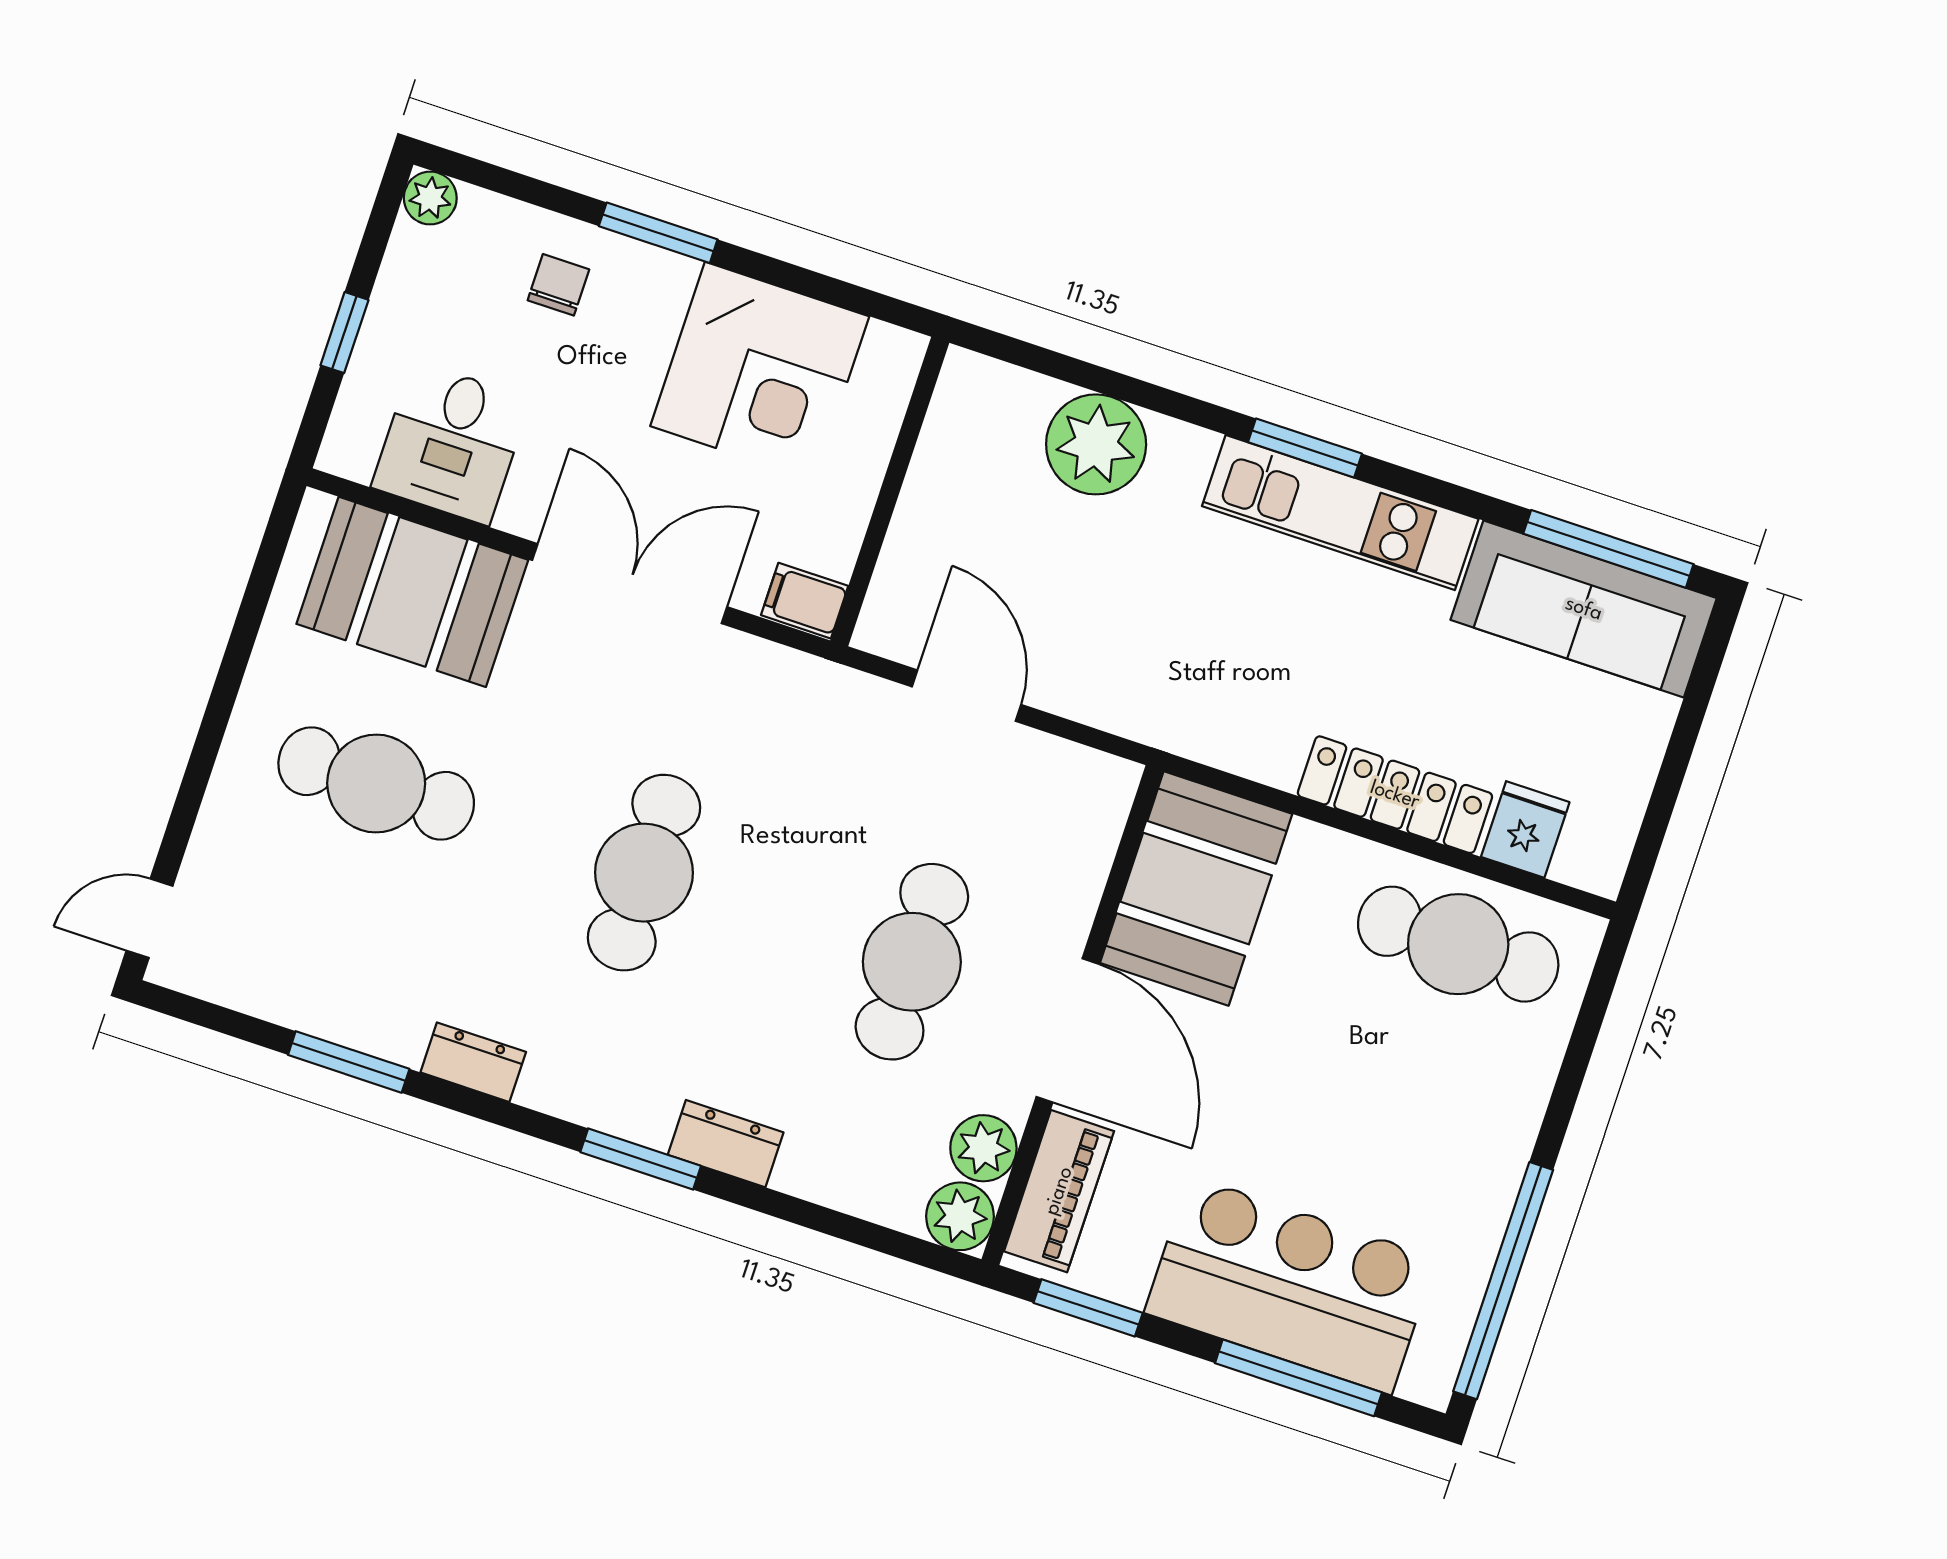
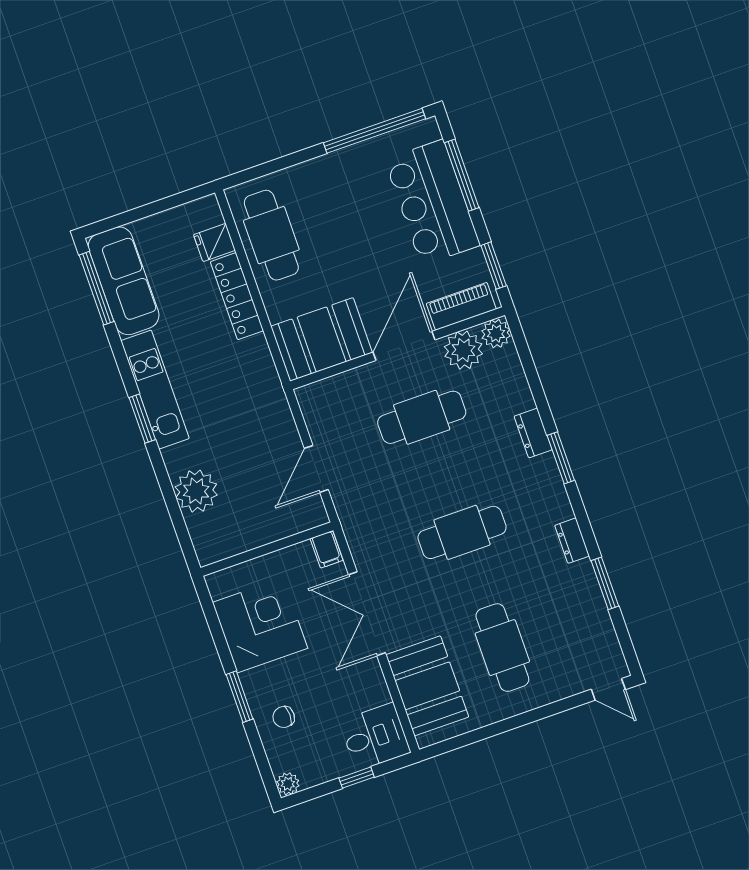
desk: (451, 443) -> (375, 737), moved
plant: (983, 1148) -> (463, 350), width x1.36, depth x1.36

